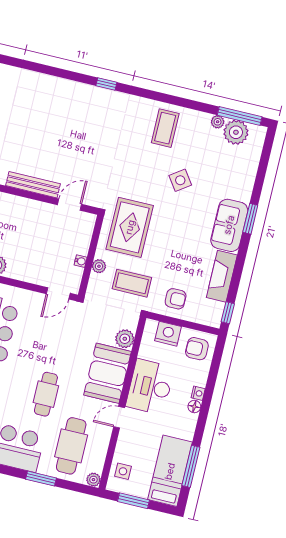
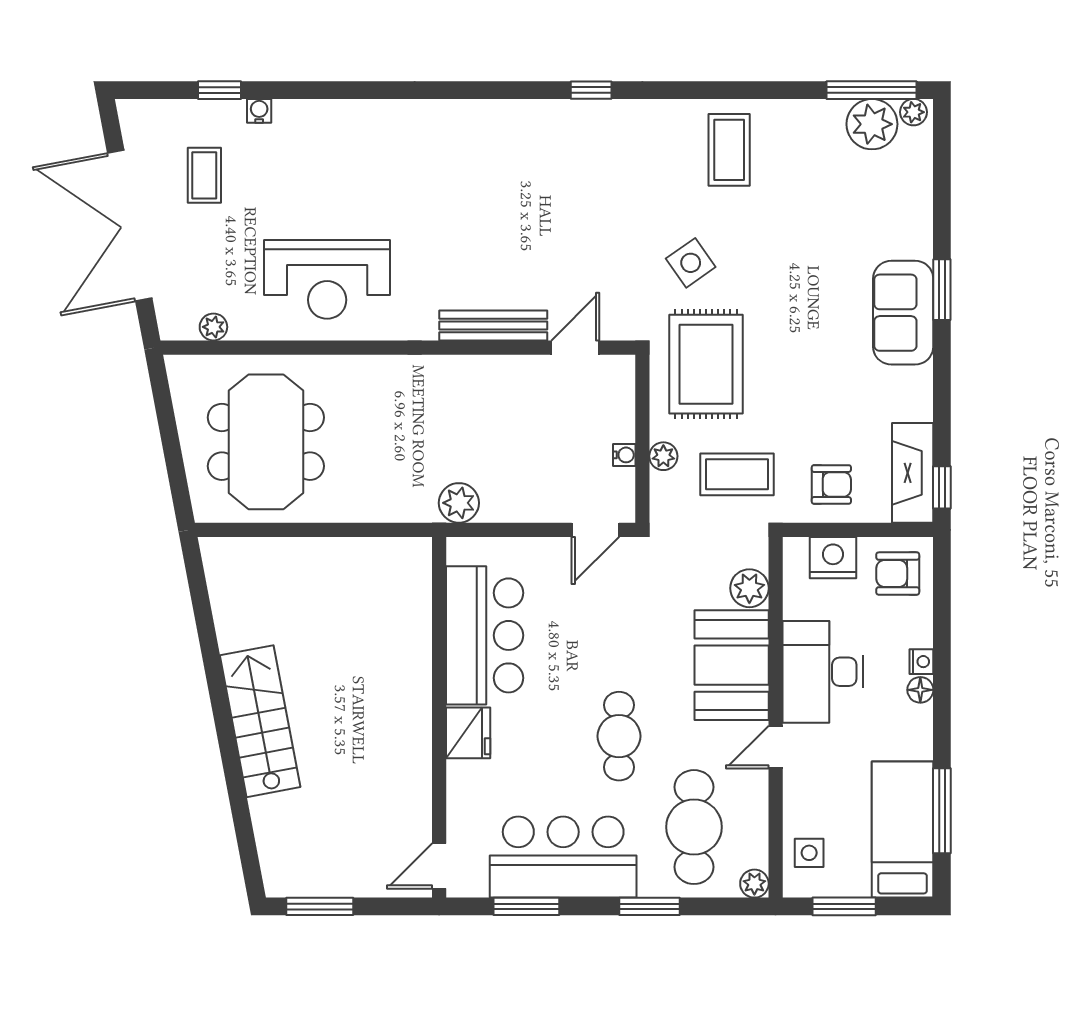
plant: (218, 122) -> (913, 112), moved
side table: (180, 180) -> (691, 263), moved
fireplace: (222, 276) -> (913, 473), moved

